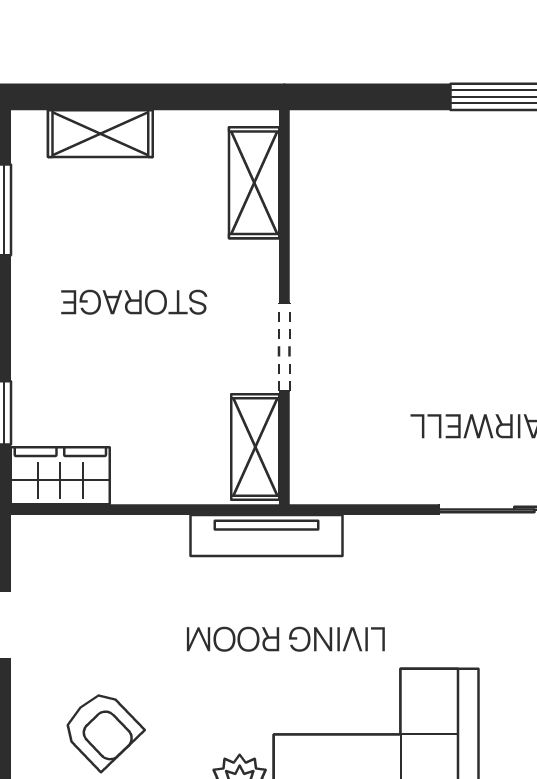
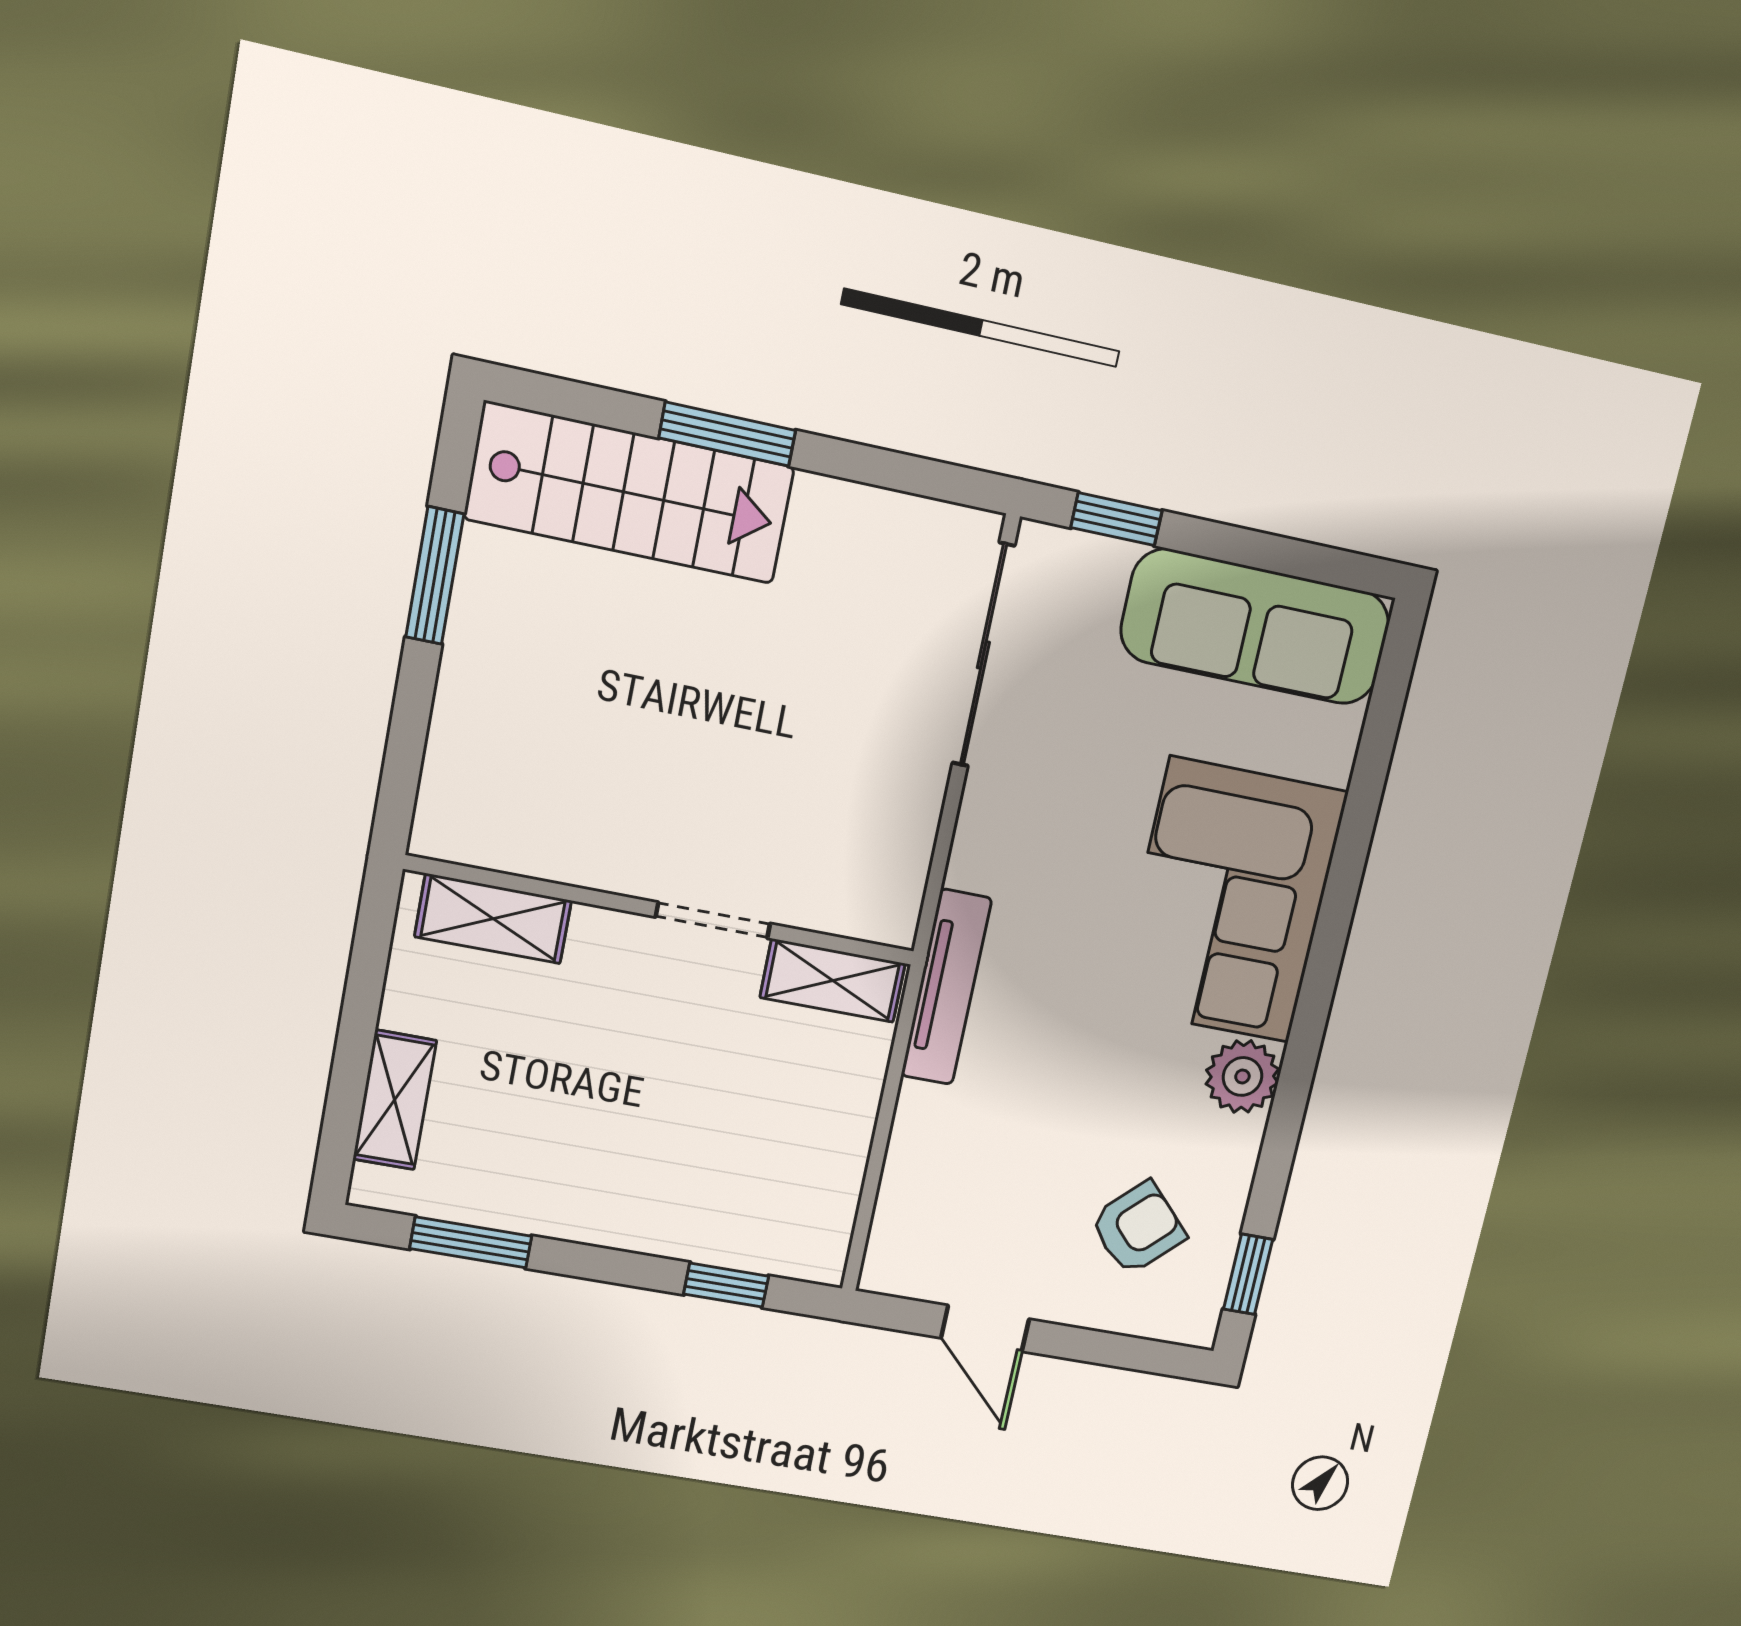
wardrobe: (60, 476) -> (819, 1224), removed

